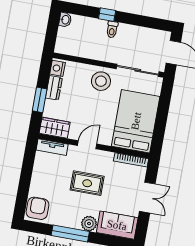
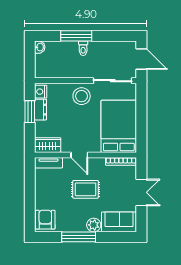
window: (107, 15) -> (76, 36), width x2.17
window: (40, 100) -> (30, 112), moved
door: (87, 145) -> (79, 155), swing flipped

